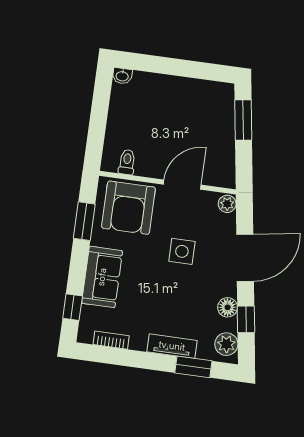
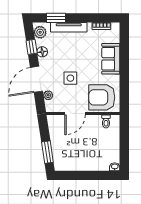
plant: (227, 204) -> (48, 95), moved
armchair: (128, 208) -> (102, 97), turned -90
window: (84, 221) -> (124, 87), removed
window: (73, 307) -> (124, 41), removed
tv unit: (172, 346) -> (69, 27), width x1.41

